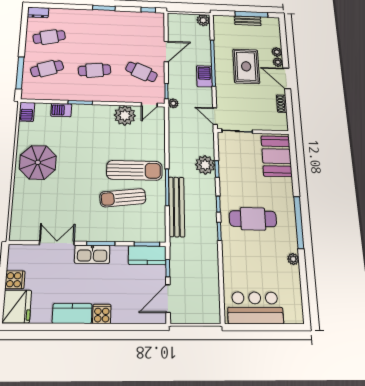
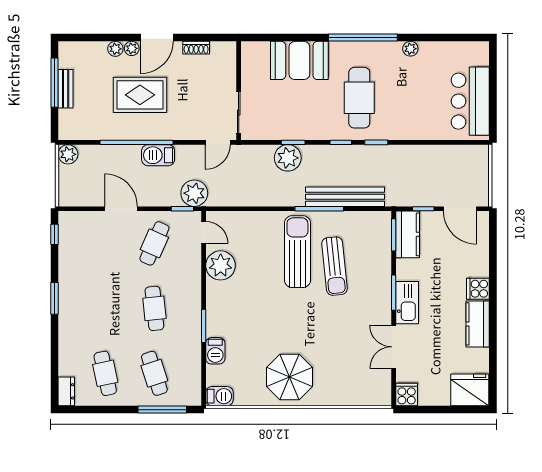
plant: (173, 103) -> (194, 193), width x1.87, depth x1.87
booth: (277, 156) -> (299, 60), moved
cooker: (15, 280) -> (407, 395), moved

